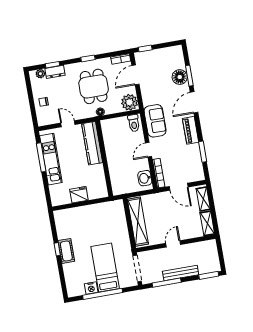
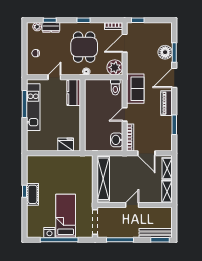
door: (68, 124) -> (54, 77), hinge flipped
kitchen counter: (92, 143) -> (74, 93), width x0.67
fridge: (79, 195) -> (66, 145), moved
bench: (181, 273) -> (156, 233), moved

